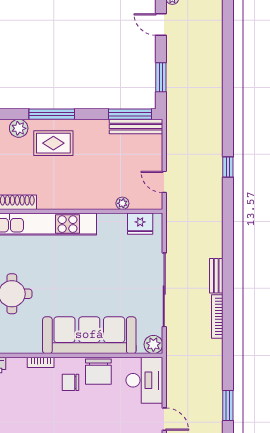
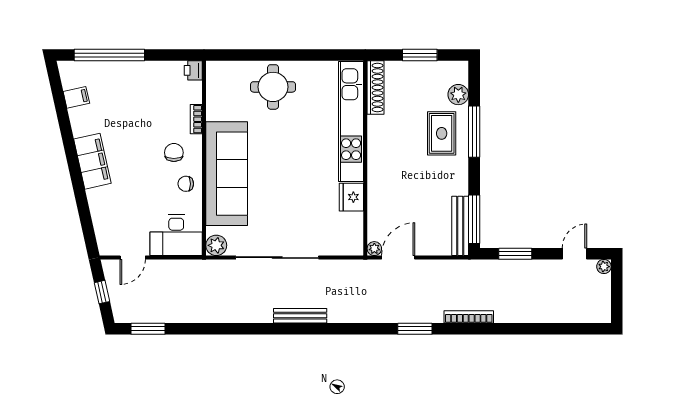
window: (228, 167) -> (415, 329), width x1.50
door: (164, 182) -> (398, 258), width x1.38
plant: (122, 203) -> (374, 249), moved
fridge: (140, 224) -> (351, 197), moved
bench: (216, 276) -> (300, 316), width x1.36
bookcase: (217, 316) -> (469, 317), moved
chair: (98, 372) -> (186, 184), width x0.54, depth x0.54

